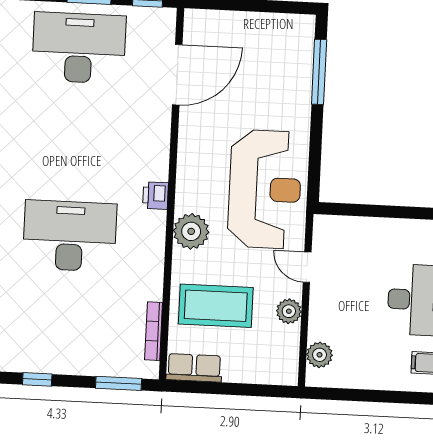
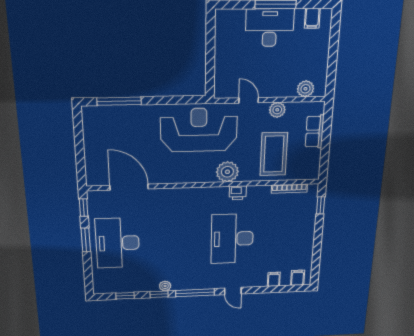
printer: (155, 196) -> (238, 193), moved
door: (307, 267) -> (249, 100), swing flipped
row of seats: (194, 368) -> (315, 132), moved
window: (37, 379) -> (317, 249), removed
window: (119, 383) -> (321, 205), width x0.67

